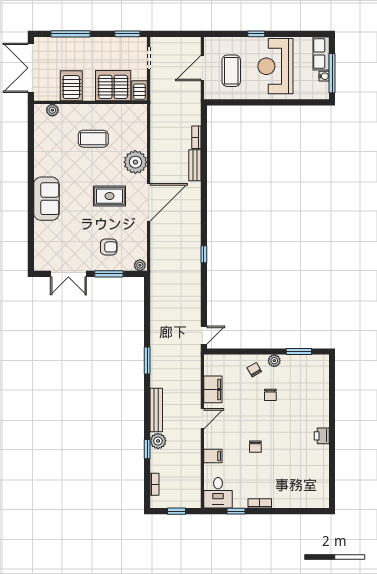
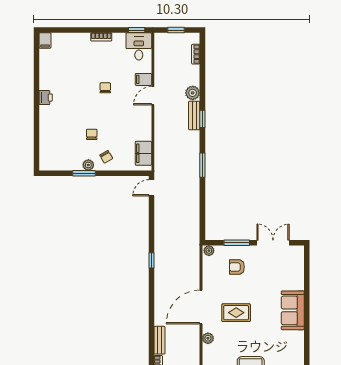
plant: (135, 162) -> (208, 338), width x0.53, depth x0.53
window: (299, 351) -> (84, 173), moved
filing cabinet: (213, 389) -> (143, 153), moved
bench: (156, 410) -> (194, 115), width x0.73
door: (202, 419) -> (153, 96), moved
window: (147, 449) -> (202, 119), moved
filing cabinet: (323, 499) -> (45, 41), added
window: (236, 511) -> (137, 30), moved

